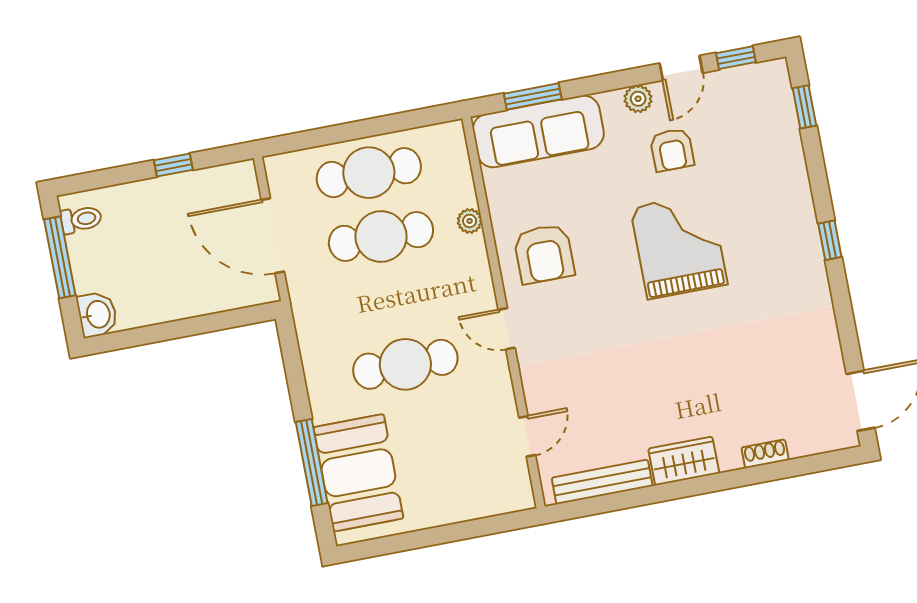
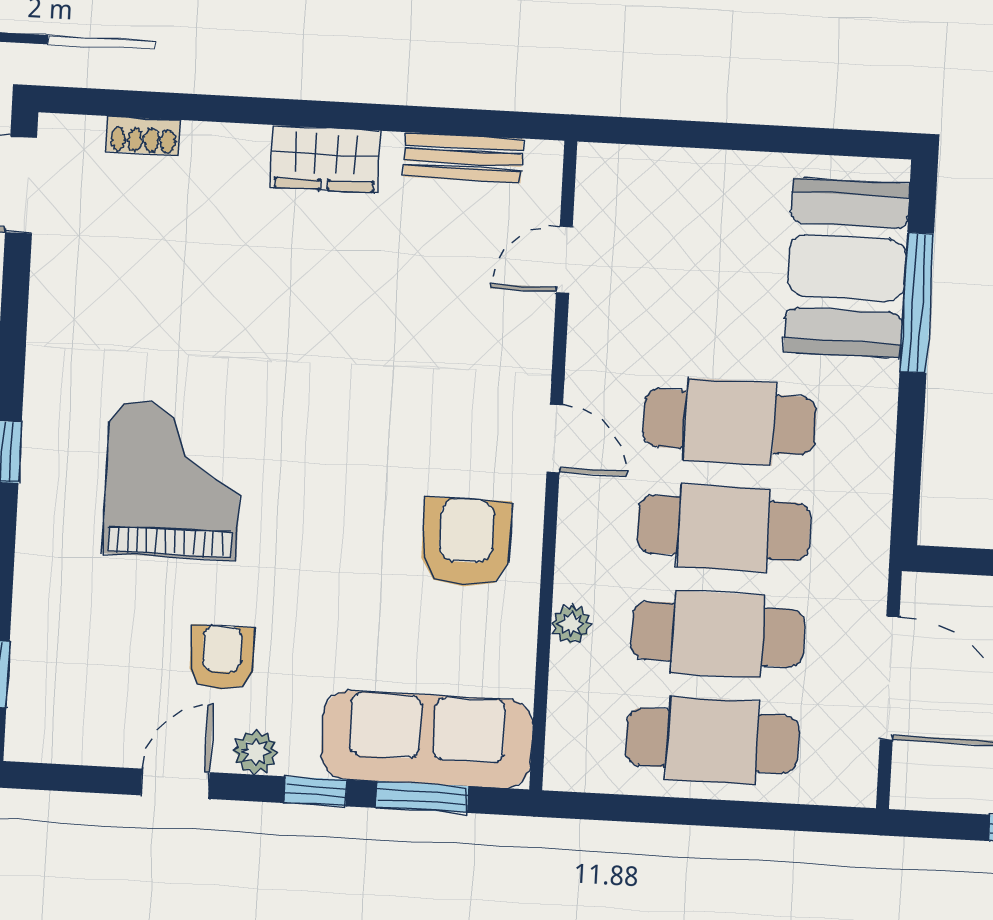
window: (736, 58) -> (316, 791), moved
grand piano: (679, 246) -> (173, 480), moved, turned 180
cafe table: (393, 300) -> (724, 528), added
shoe rack: (765, 454) -> (143, 136), moved
bench: (602, 482) -> (463, 158), width x0.73

